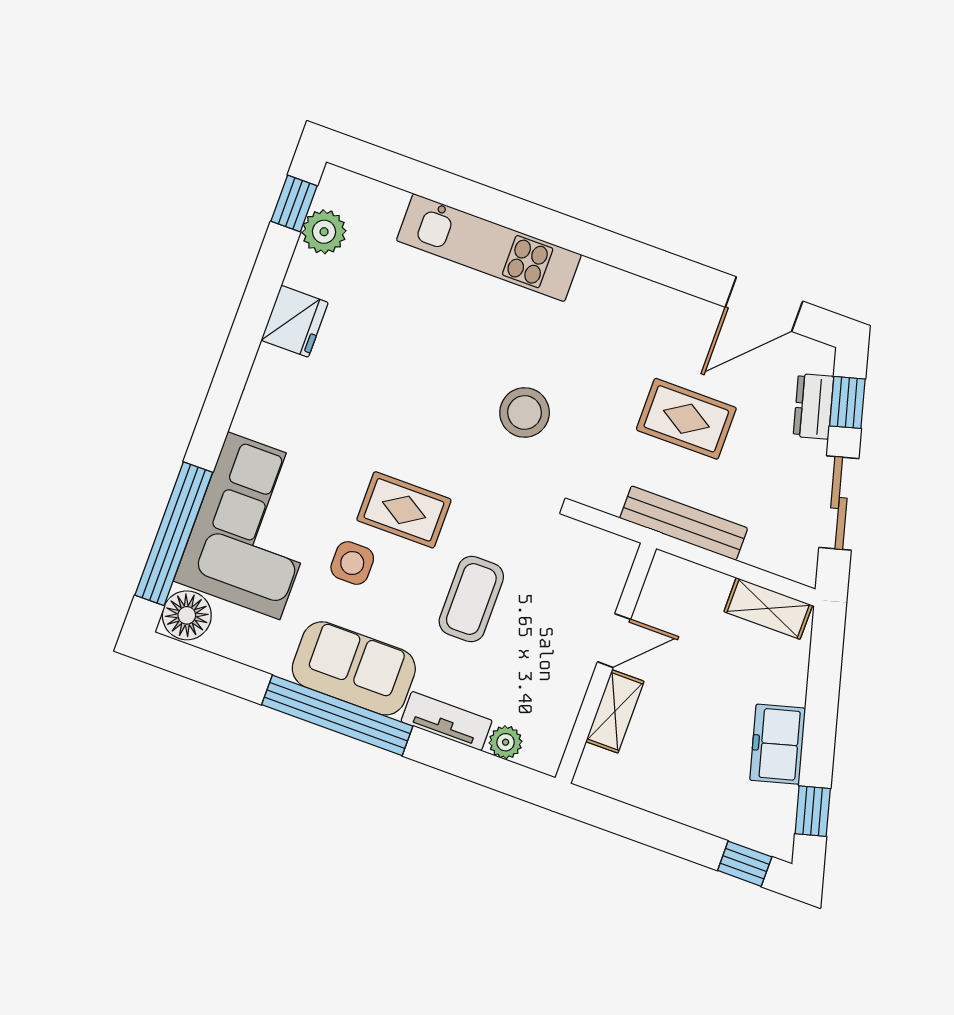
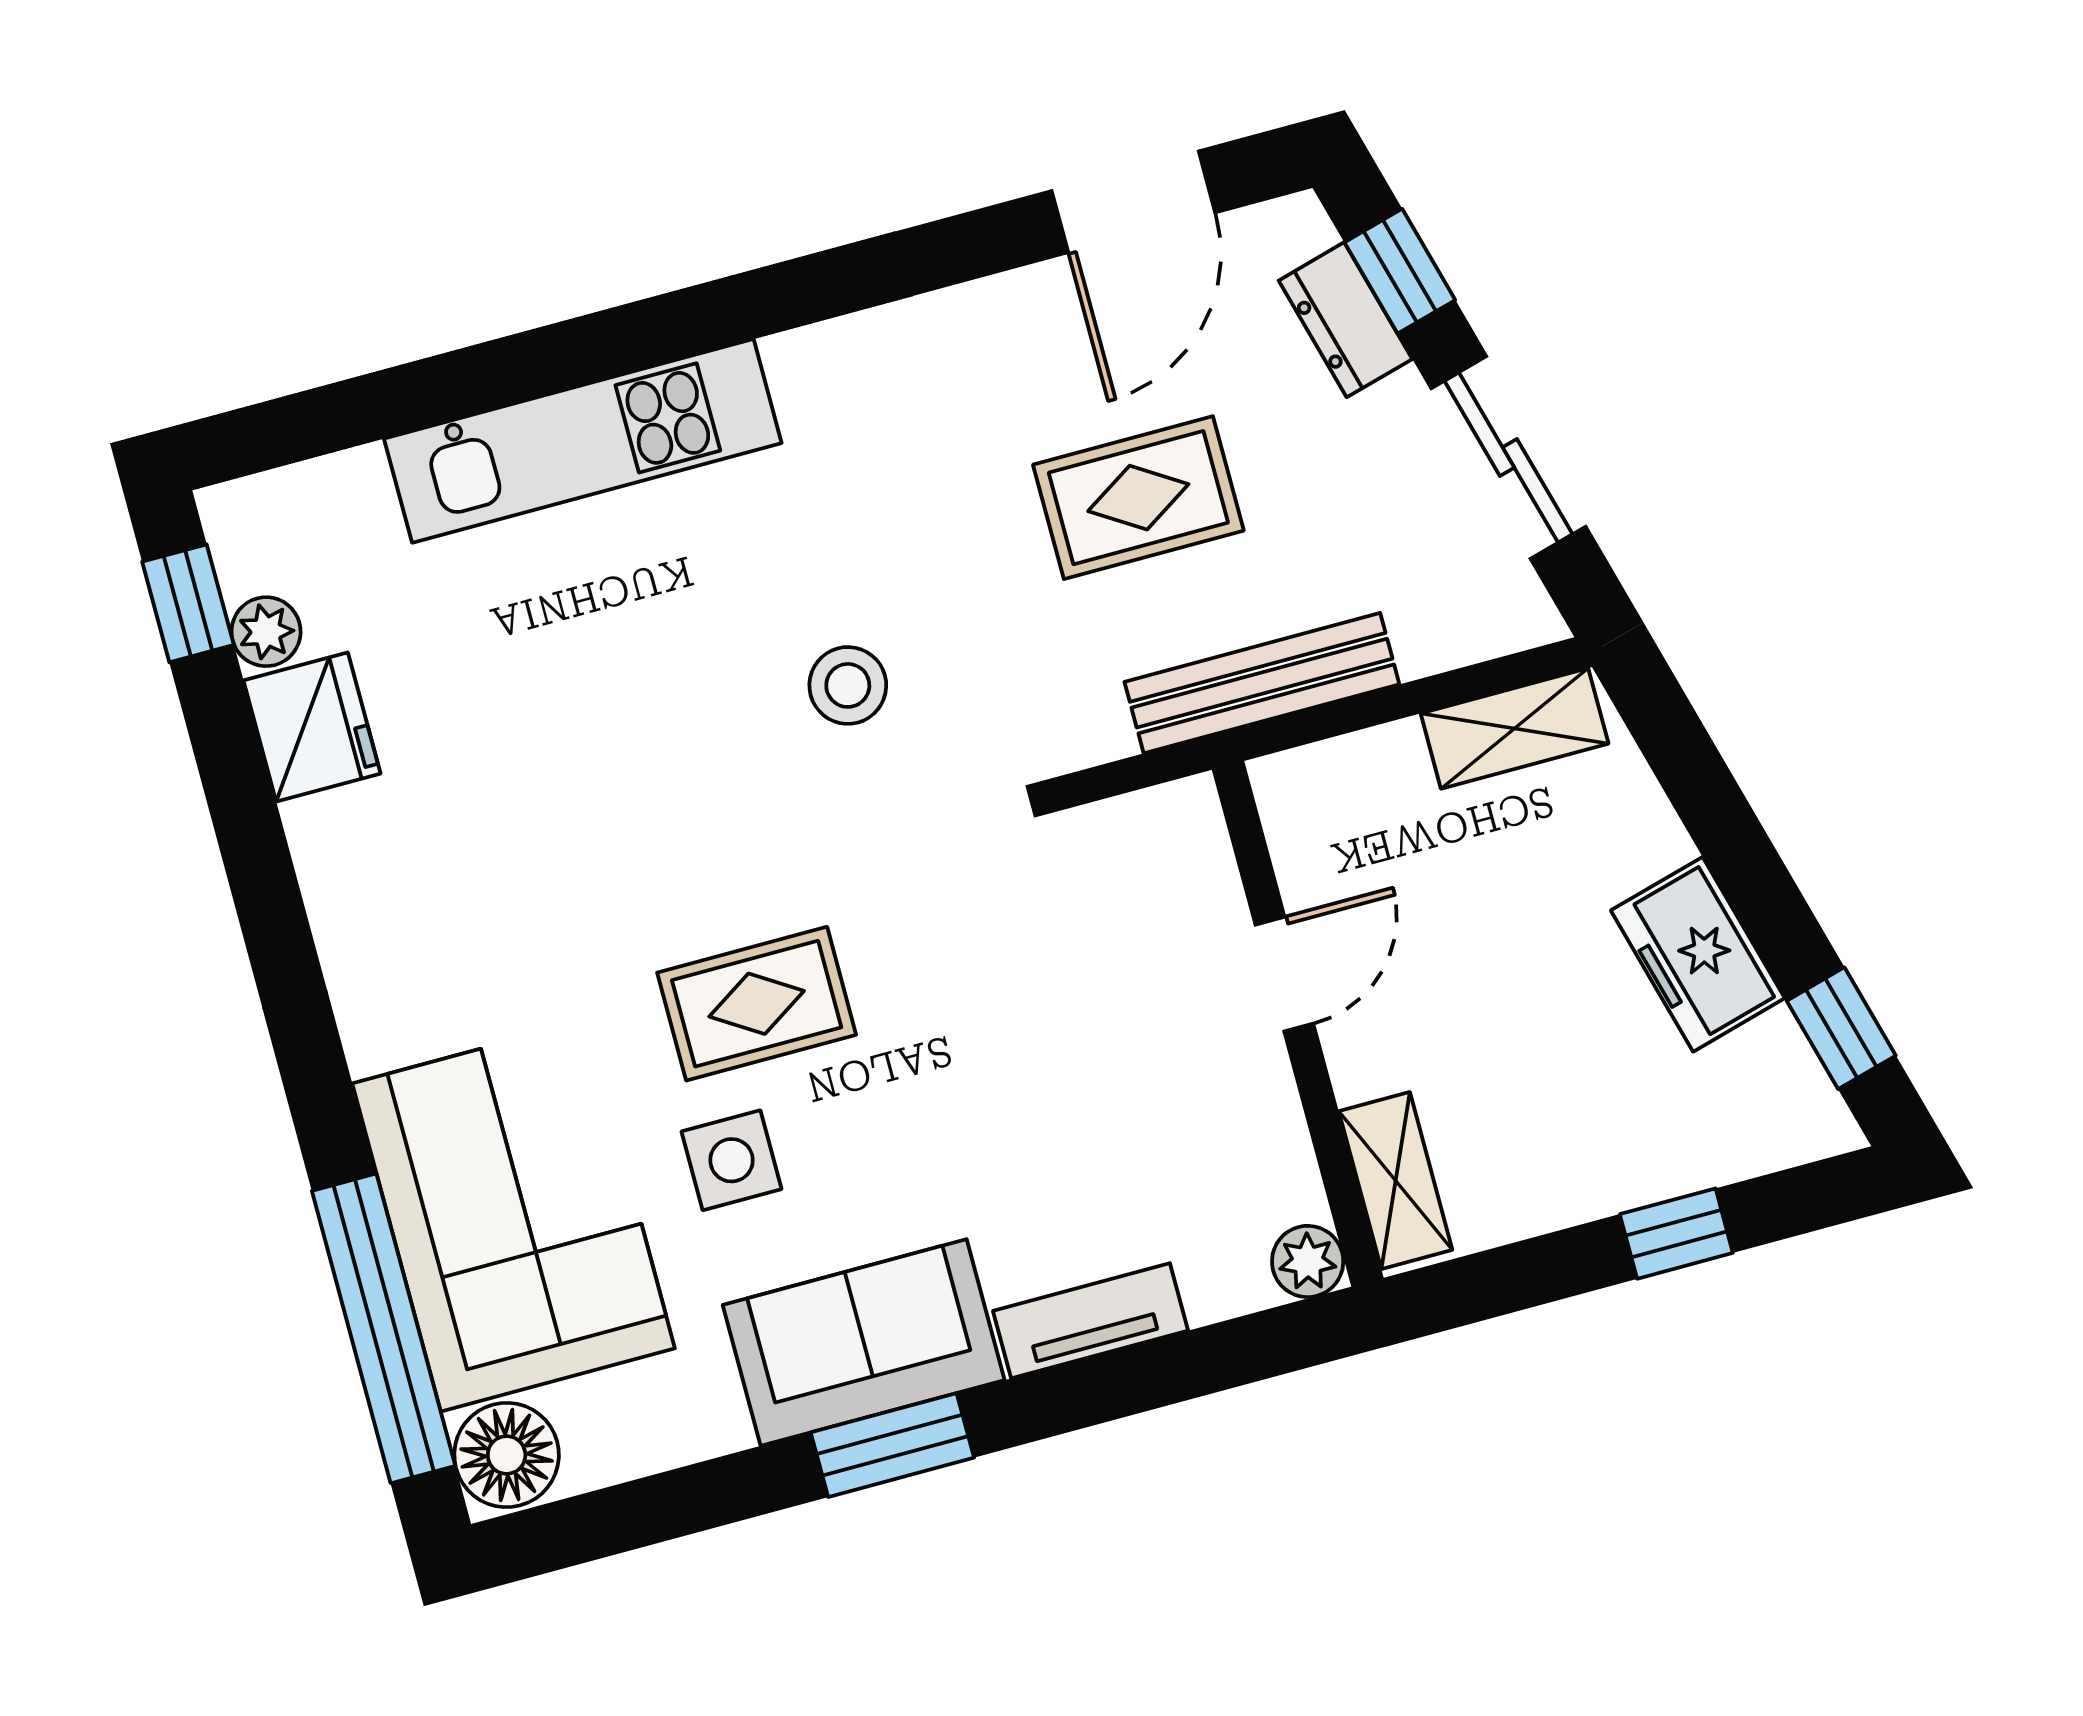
plant: (324, 232) -> (266, 632), width x0.73, depth x0.73
fridge: (295, 321) -> (312, 727), moved
stool: (525, 413) -> (848, 685), width x0.73, depth x0.73
coffee table: (471, 599) -> (984, 1077), removed
shelving: (615, 711) -> (1396, 1181), moved
window: (337, 715) -> (892, 1445), width x0.47
plant: (506, 742) -> (1308, 1261), moved
window: (745, 864) -> (1676, 1234), moved

